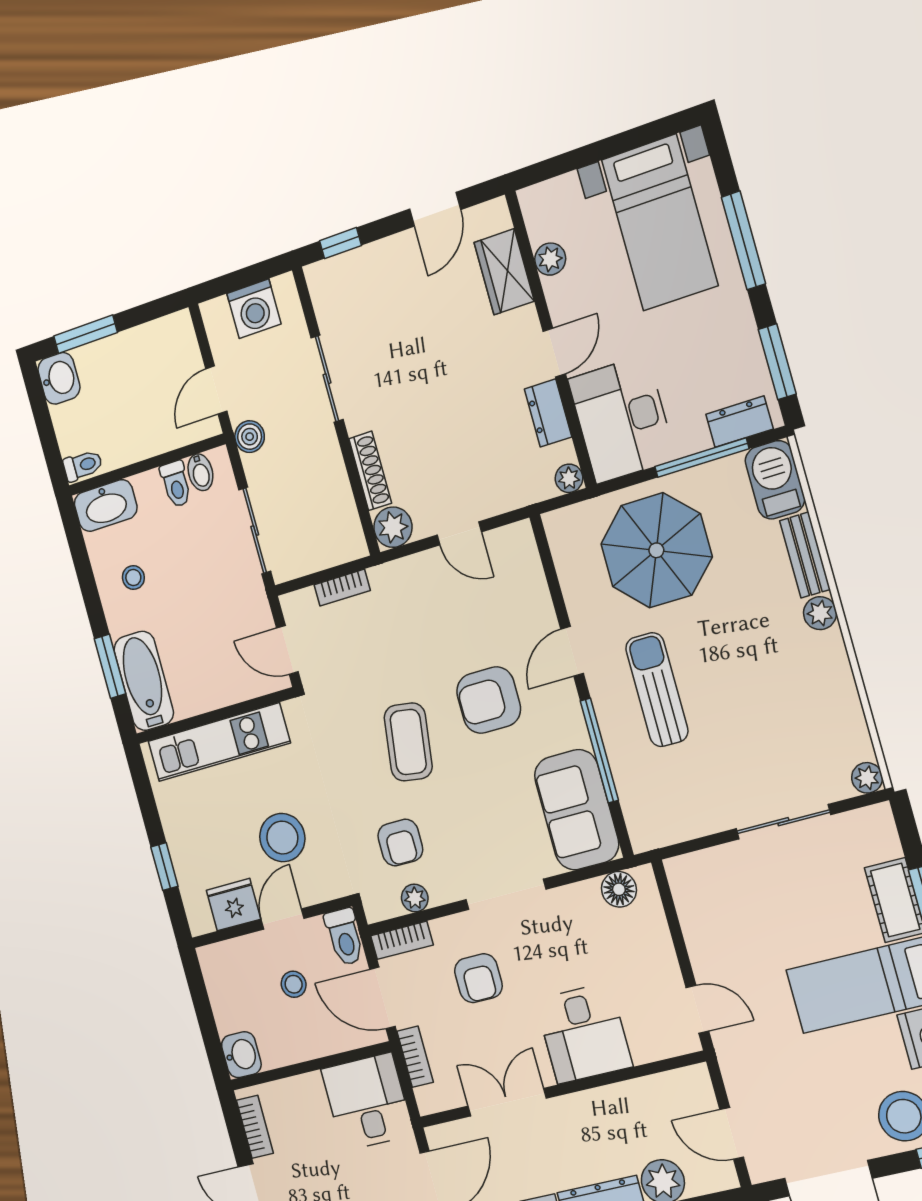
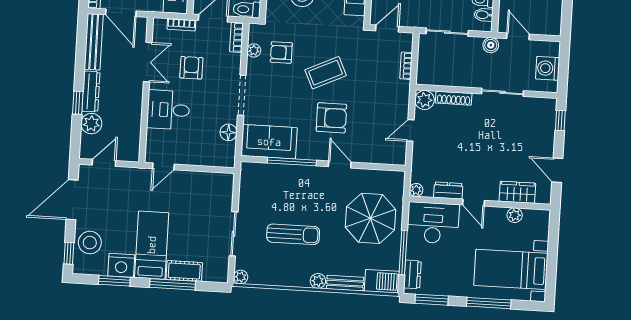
sun lounger: (657, 690) -> (293, 234), moved
armchair: (489, 700) -> (331, 118), turned 90
coffee table: (408, 742) -> (326, 73), turned -33
floor lamp: (619, 889) -> (228, 132), moved
armchair: (478, 978) -> (191, 68), moved, turned 90

